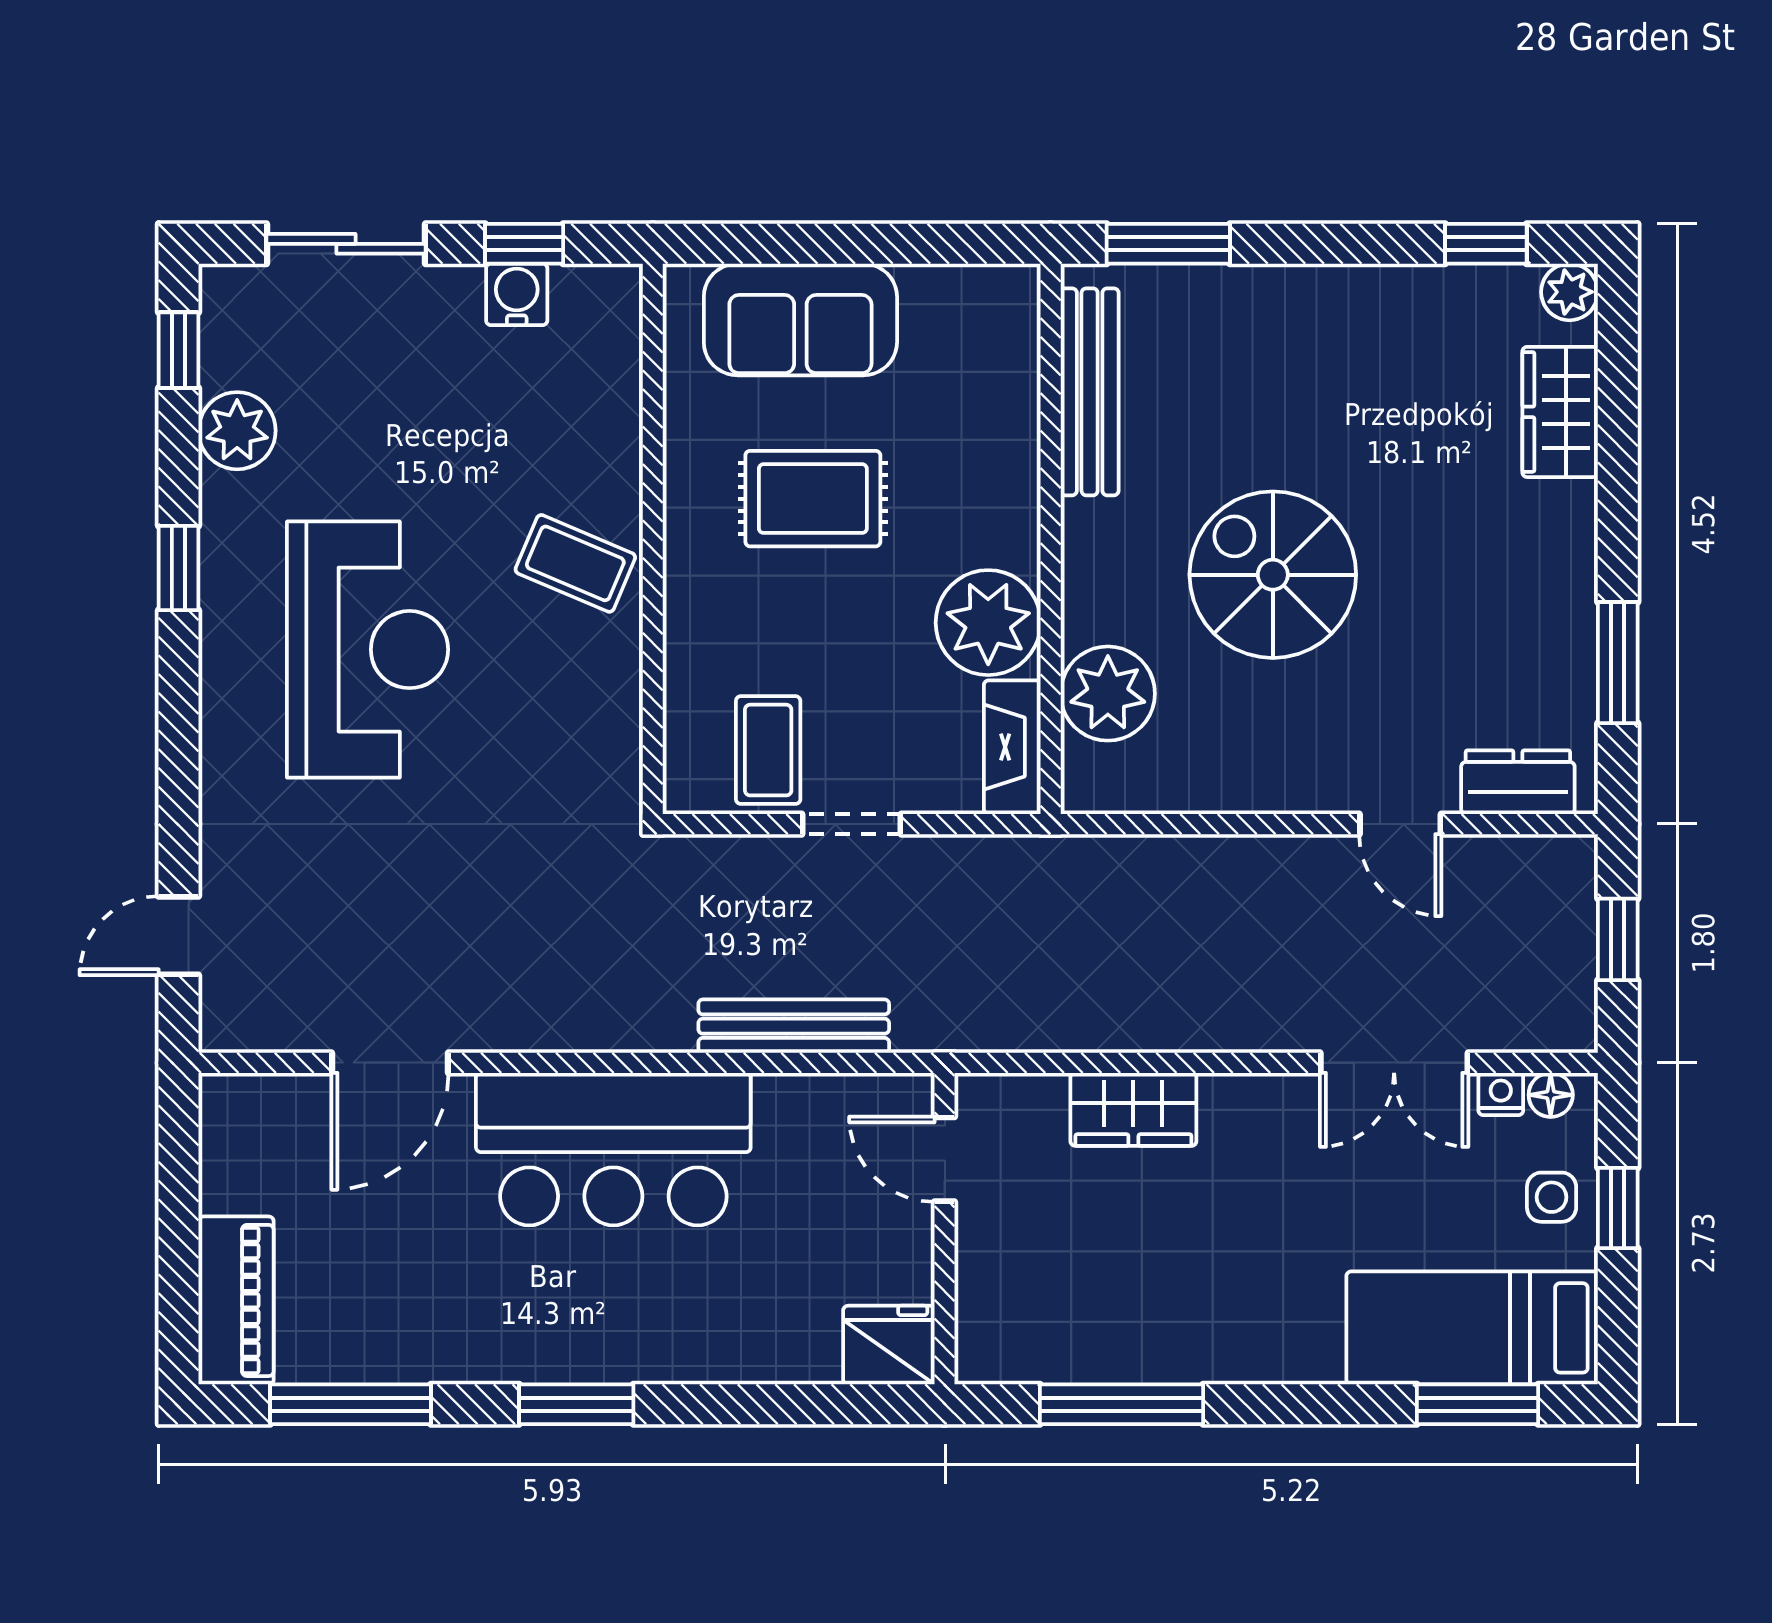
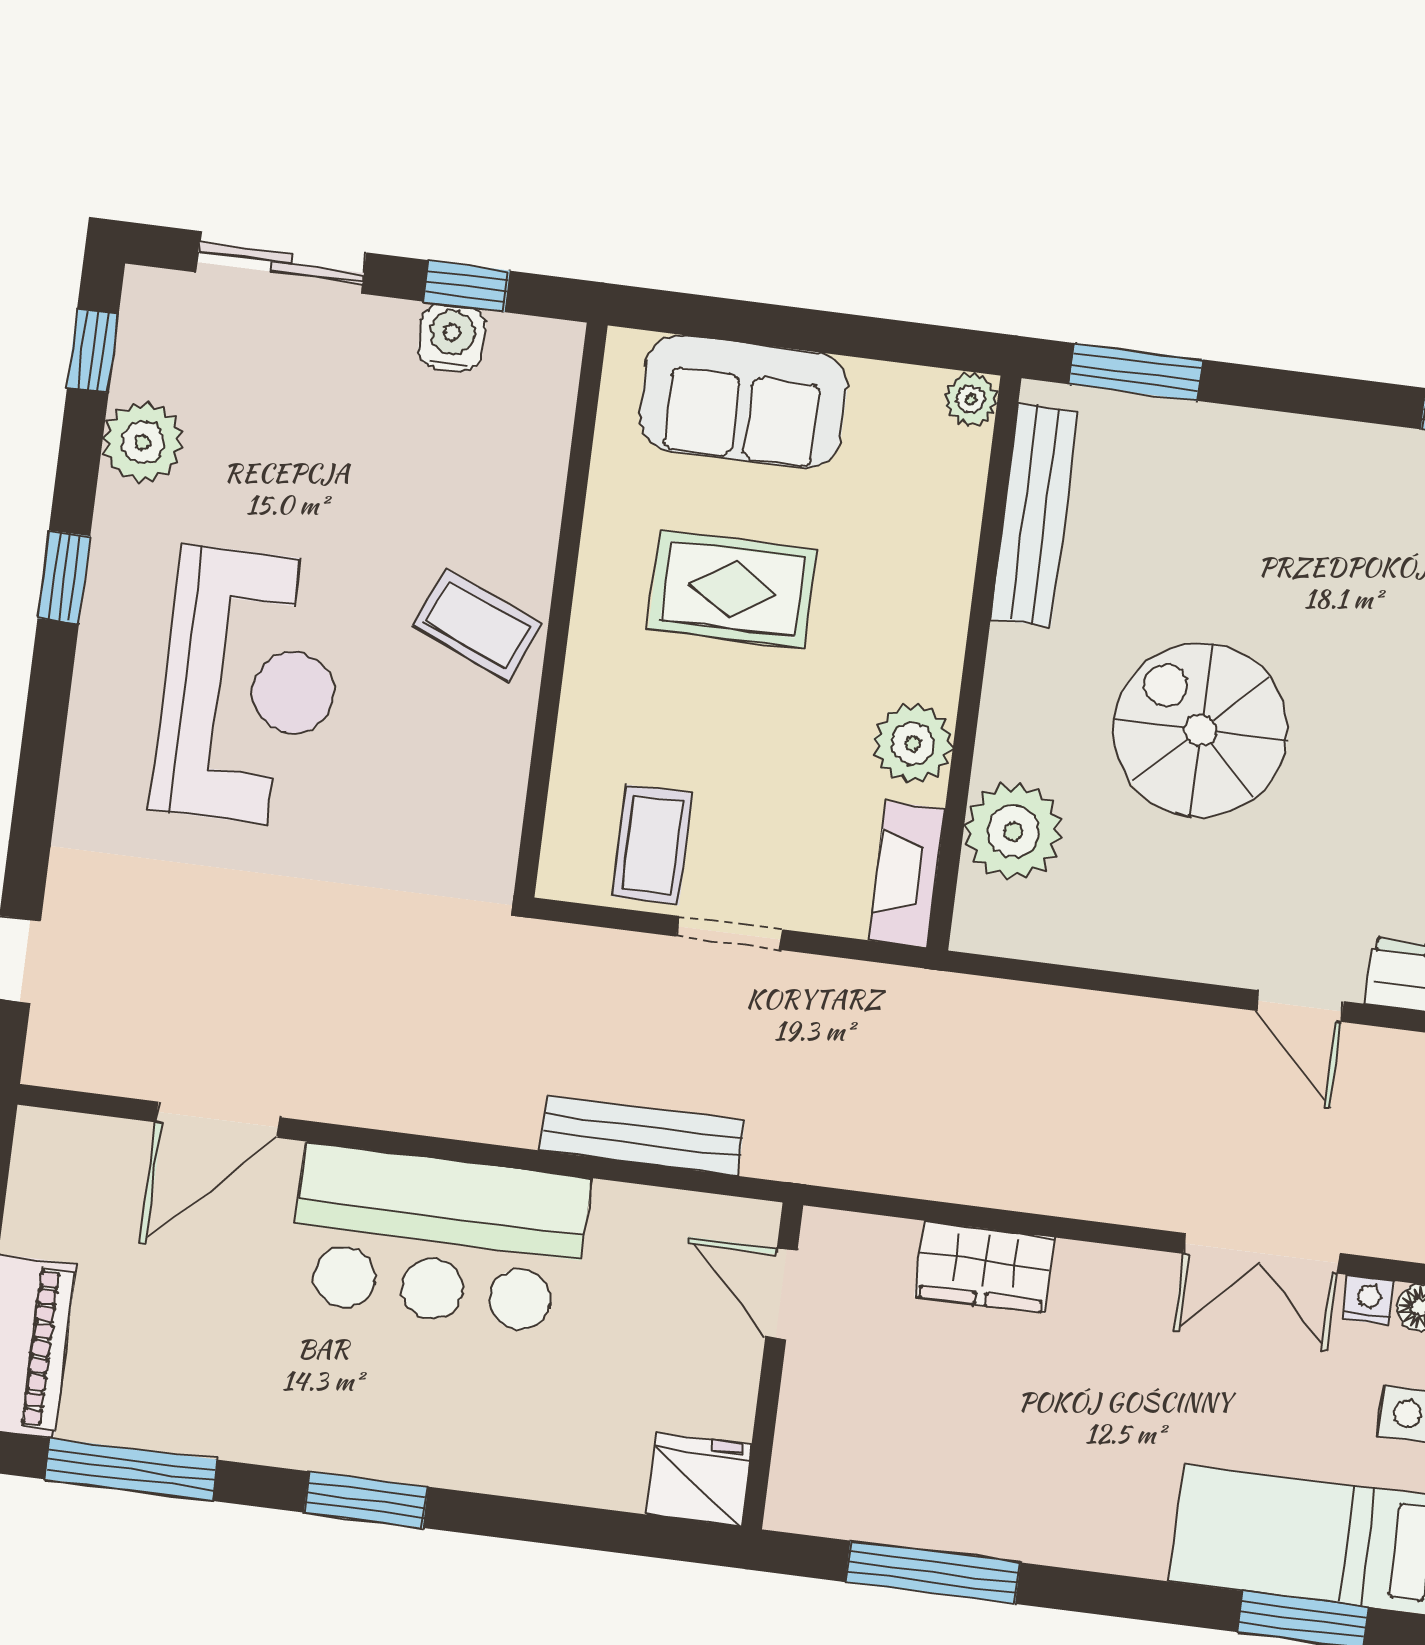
plant: (1015, 290) -> (971, 399), added
plant: (988, 623) -> (913, 744), width x0.73, depth x0.73

